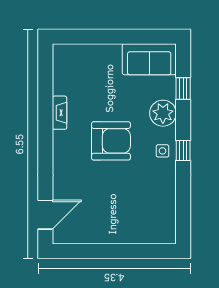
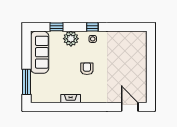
window: (88, 37) -> (26, 82), added
sofa: (149, 59) -> (40, 52), width x1.36
armchair: (111, 141) -> (87, 69), width x0.53, depth x0.53

